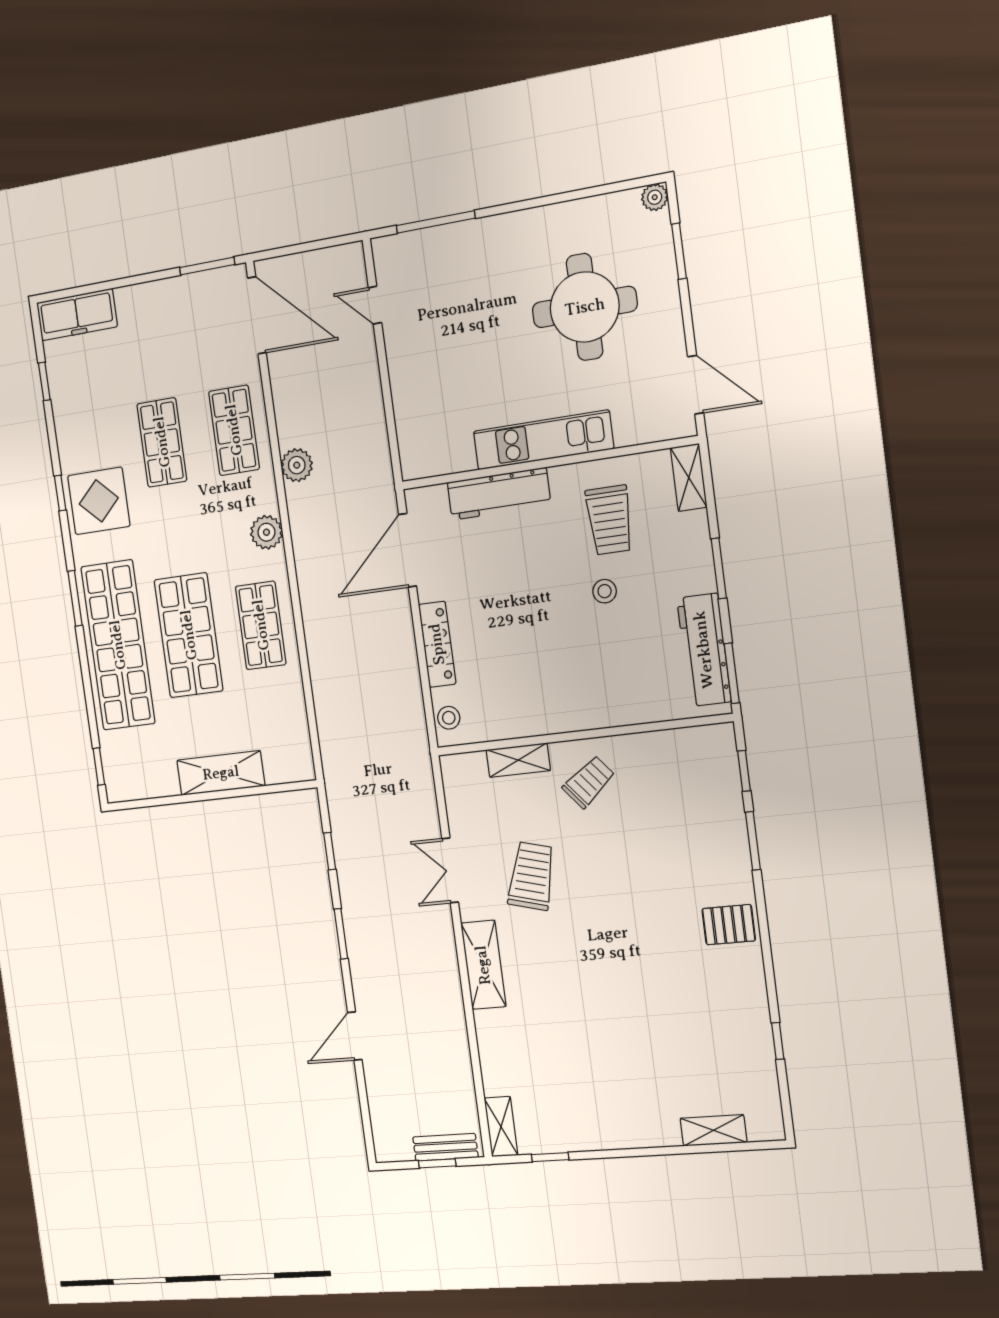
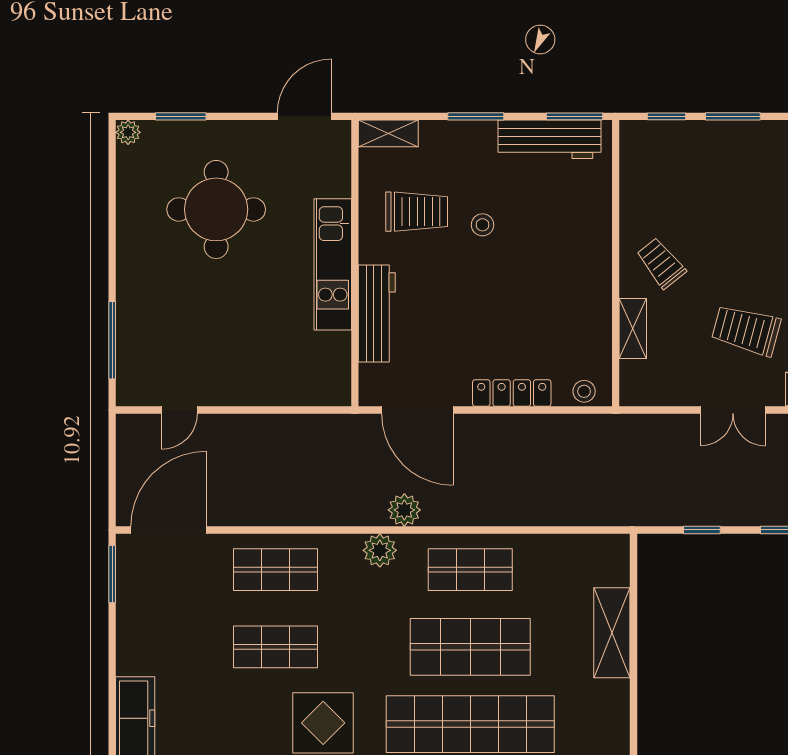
plant: (297, 465) -> (404, 510), moved

